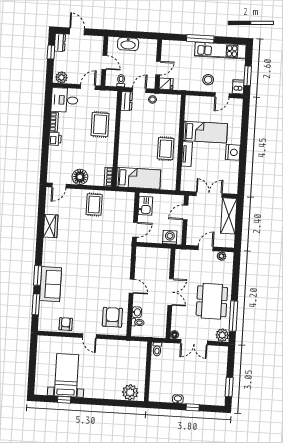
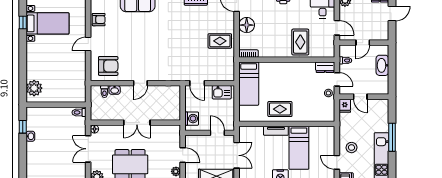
rug: (100, 124) -> (300, 42), turned 90
window: (193, 407) -> (23, 127), moved

